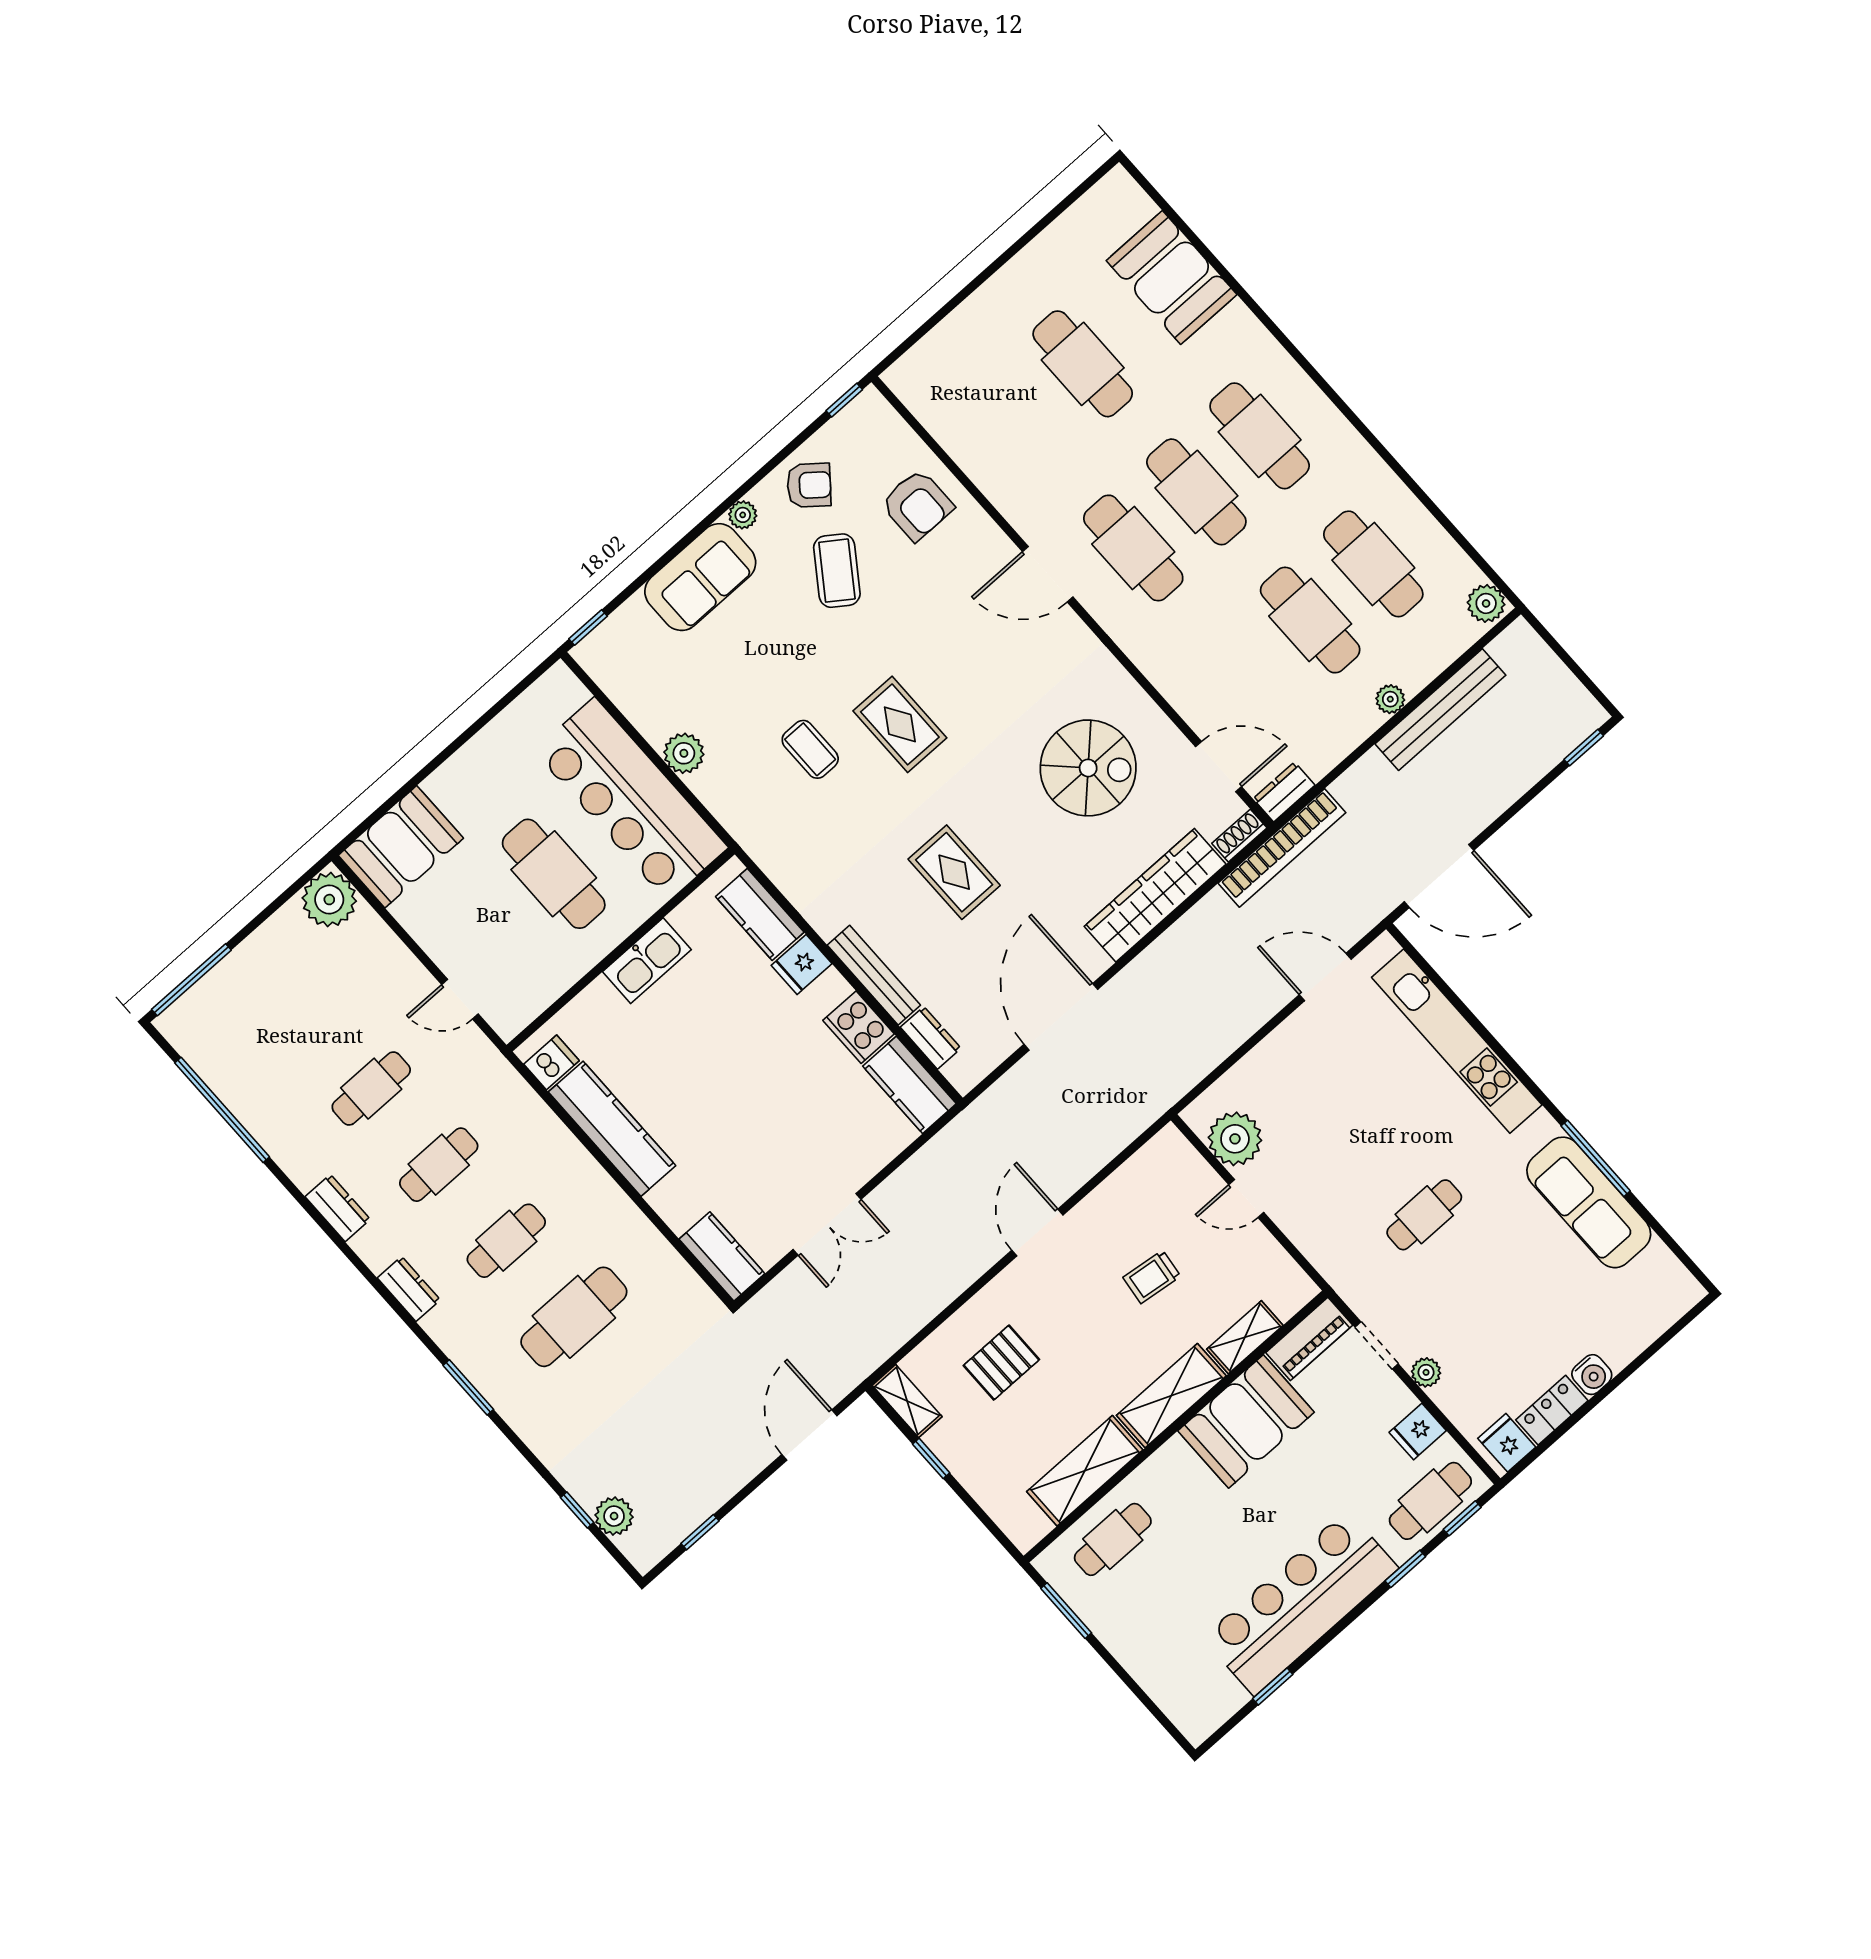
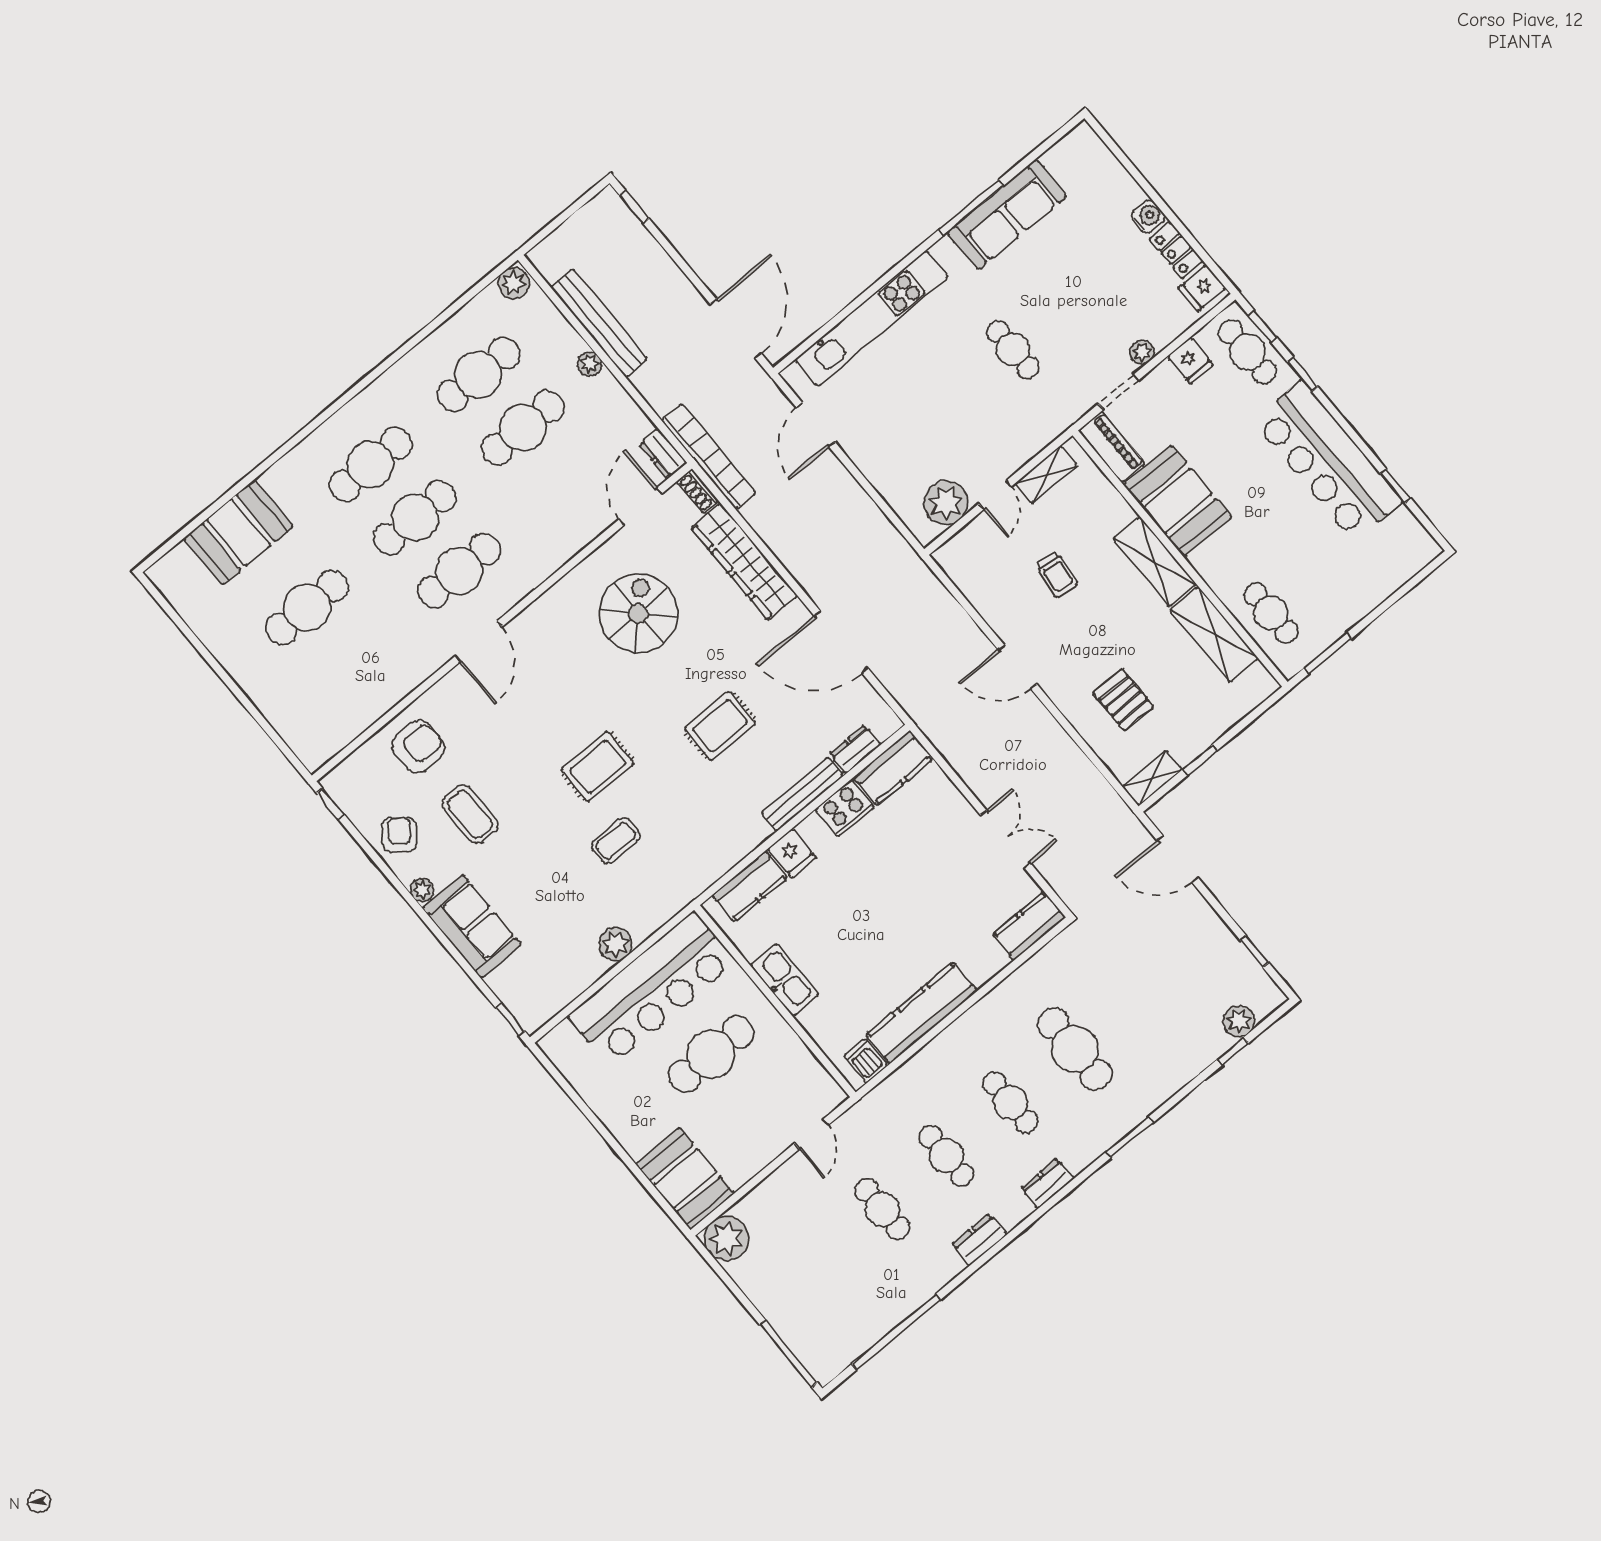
coffee table: (837, 571) -> (470, 814), turned 55
shelving: (1245, 1337) -> (1046, 475), moved, turned 90

